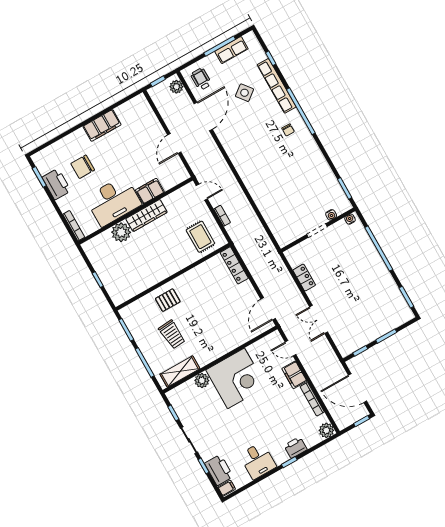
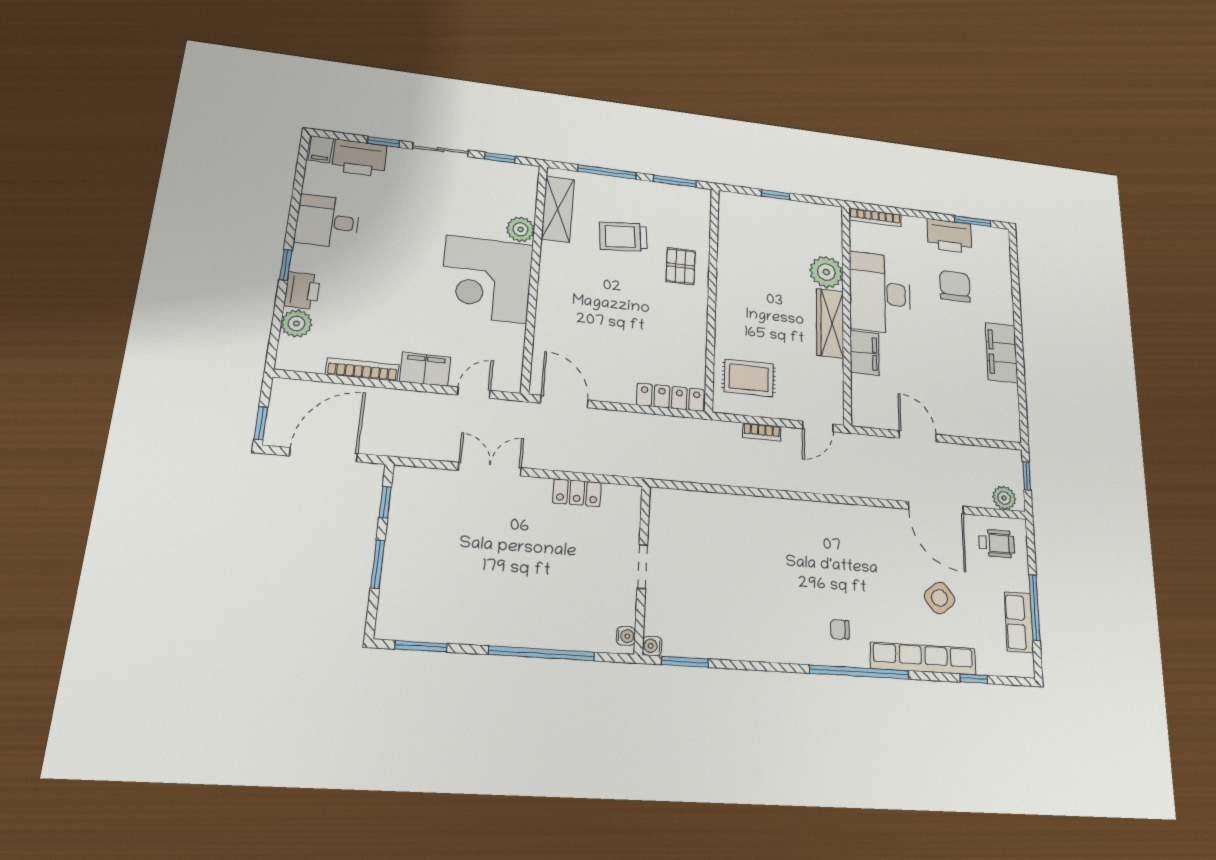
water cooler: (331, 215) -> (652, 646), moved
plant: (326, 430) -> (297, 324), moved

